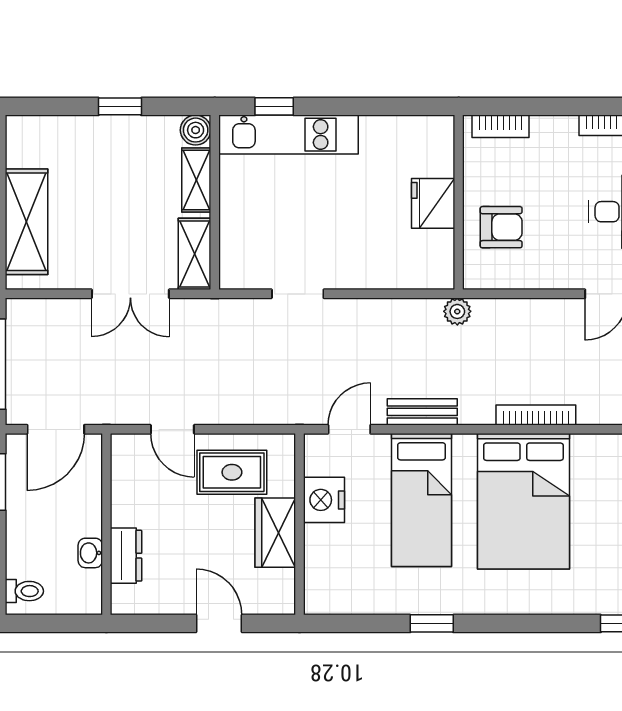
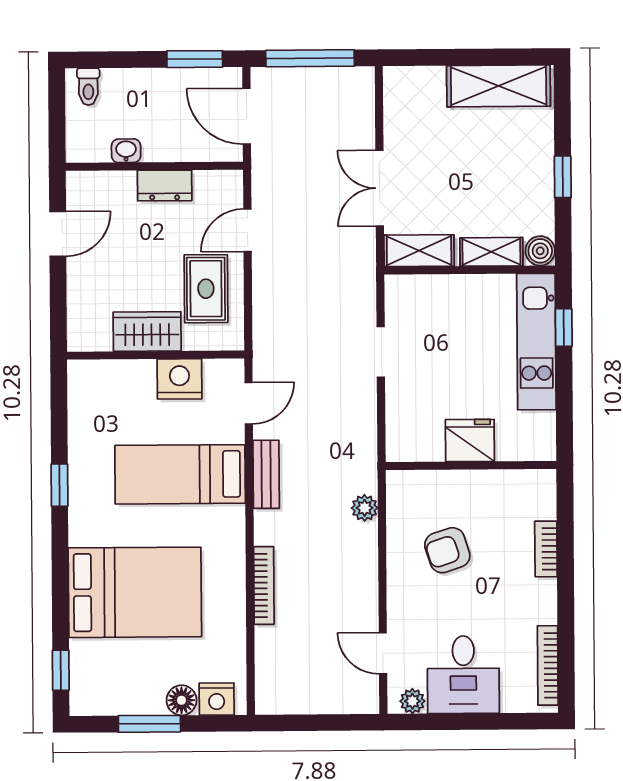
wall: (459, 202) -> (471, 466), moved
fridge: (433, 203) -> (470, 441), moved
shelving: (27, 222) -> (499, 86), moved
armchair: (501, 227) -> (447, 550), turned 72
door: (349, 429) -> (249, 403), hinge flipped
bed: (523, 501) -> (135, 592), moved, turned 180
dresser: (126, 556) -> (165, 185), moved
door: (219, 623) -> (58, 234), moved

